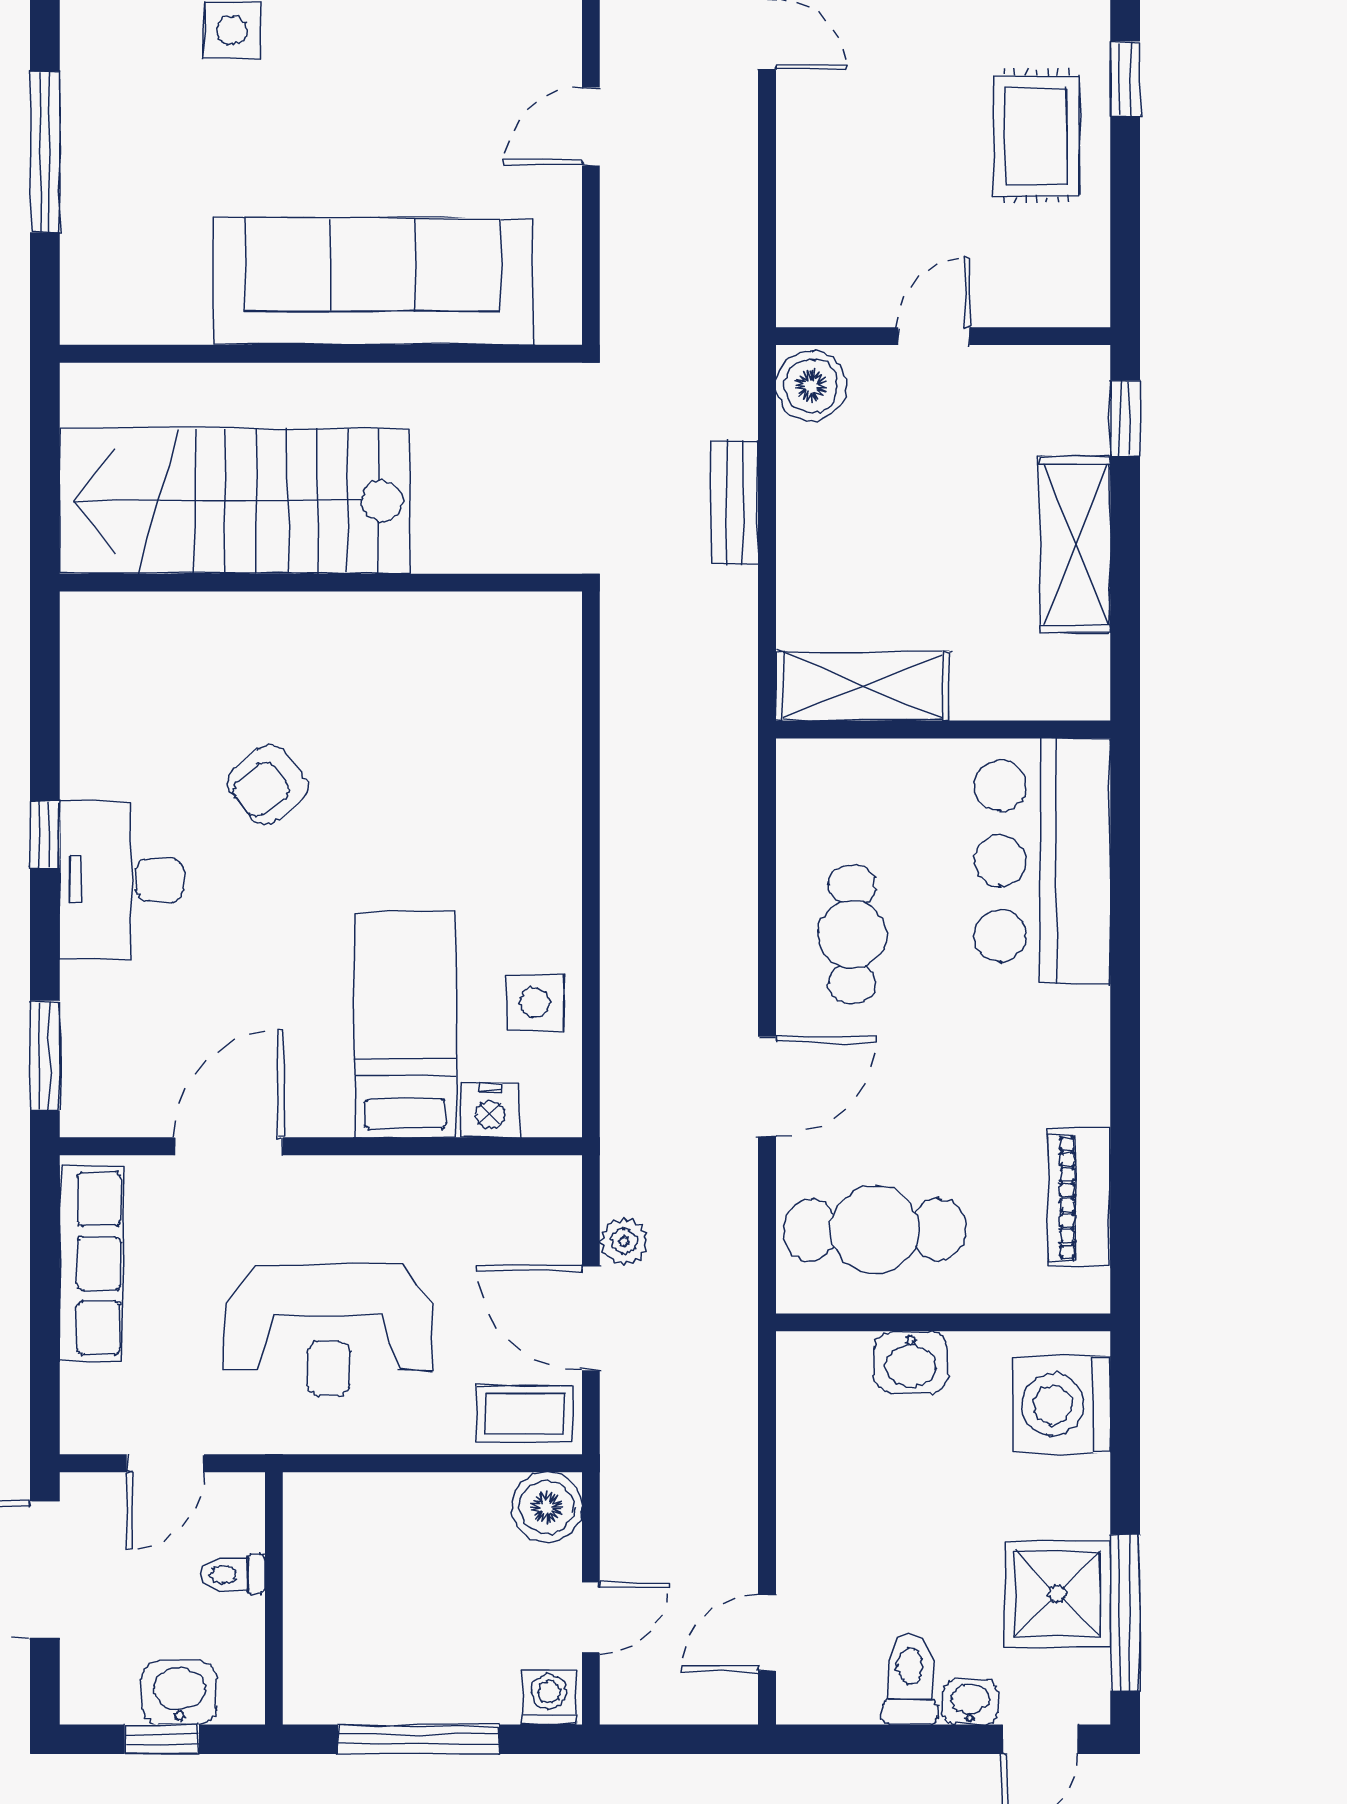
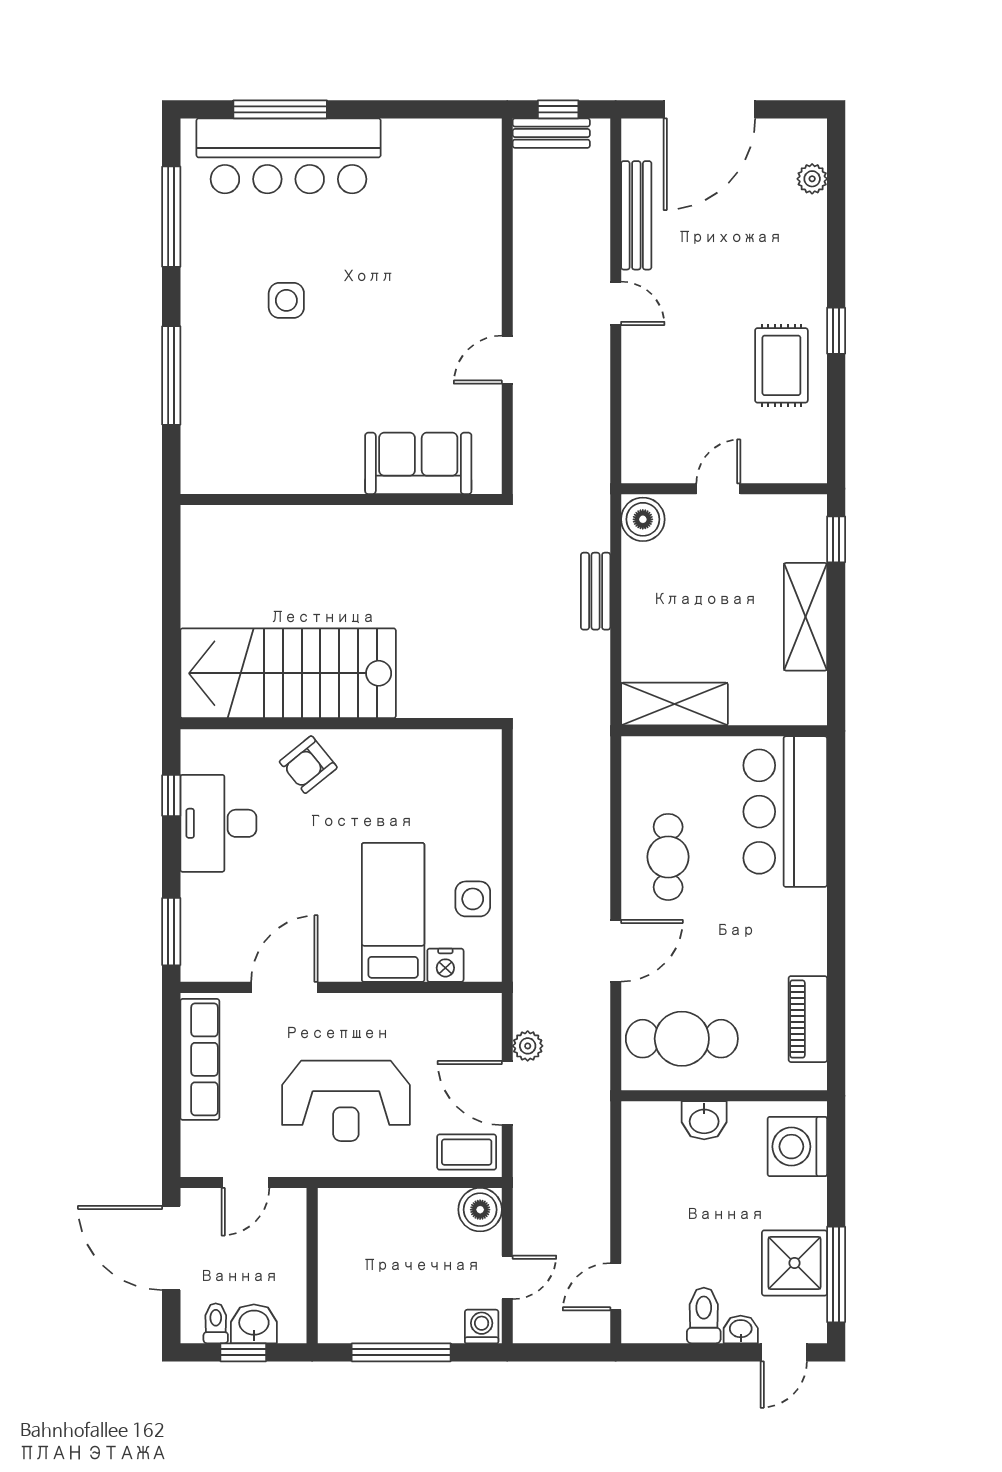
sofa: (373, 281) -> (418, 463), width x0.54, depth x0.79
stairs: (235, 501) -> (288, 673), moved
wall: (321, 583) -> (341, 724), moved
toilet: (233, 1574) -> (216, 1323), moved, turned 90

